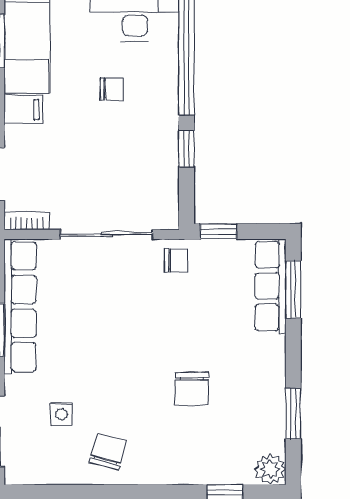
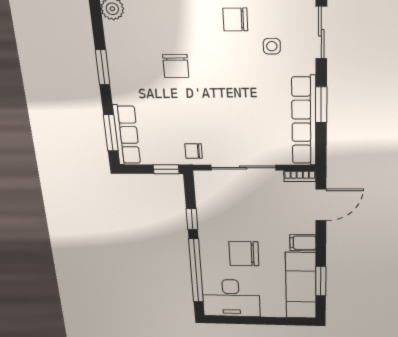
chair: (111, 89) -> (244, 254), width x1.87, depth x1.87
chair: (192, 388) -> (176, 66), turned 180
window: (293, 414) -> (103, 67), moved
chair: (108, 451) -> (235, 20), turned 74

